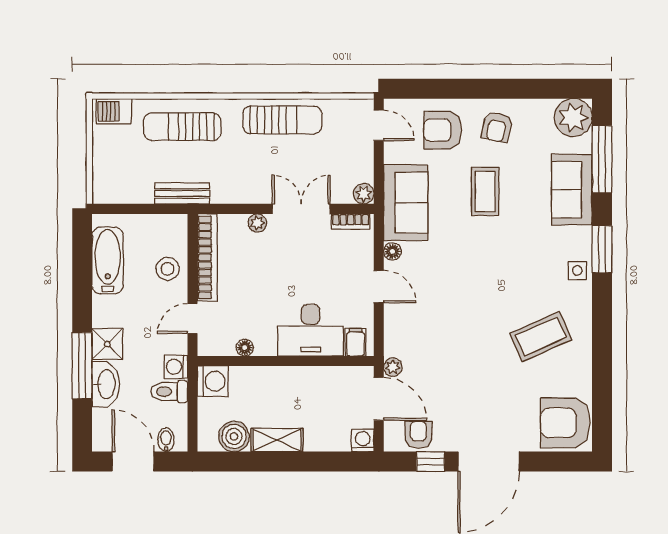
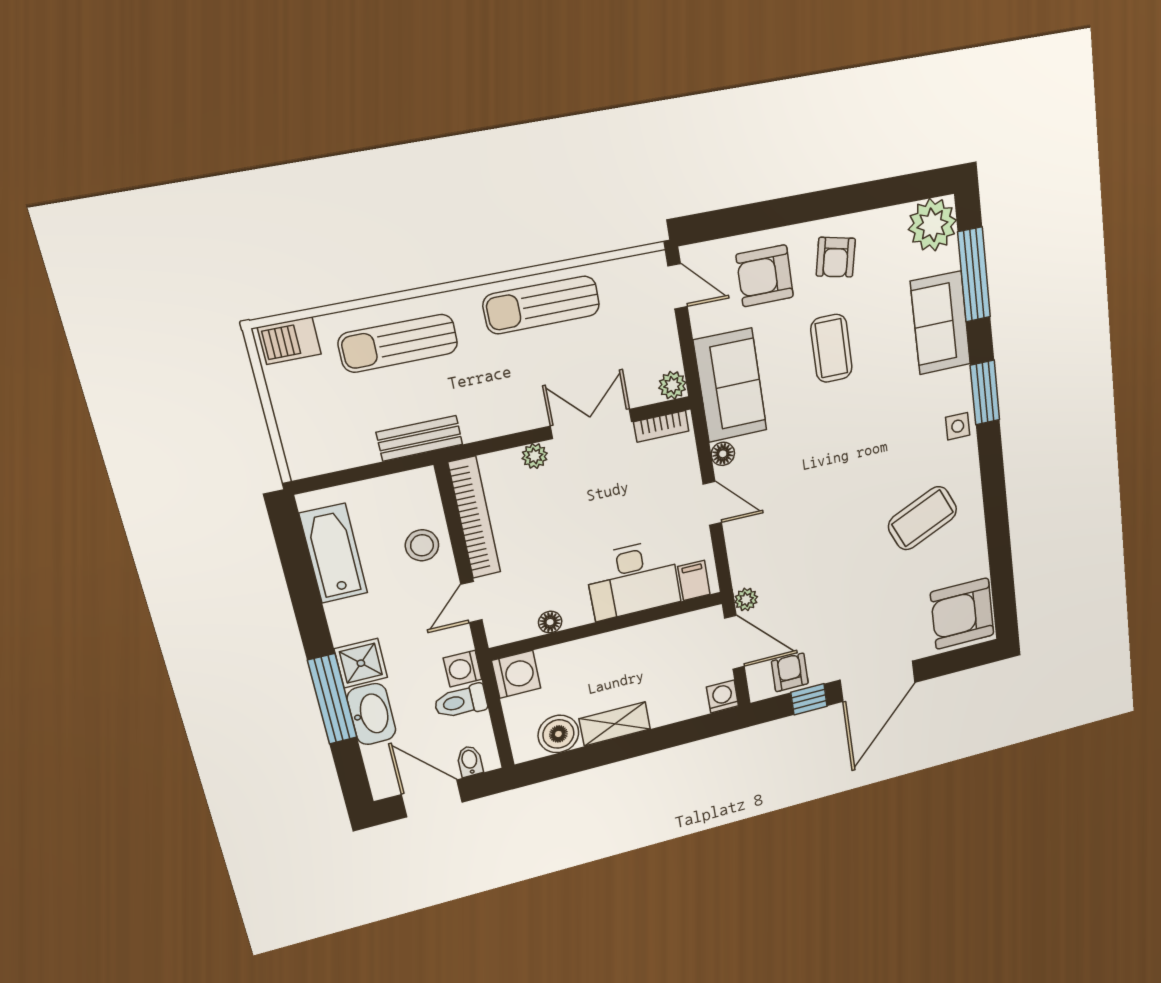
sun lounger: (282, 120) -> (541, 305), turned 180

